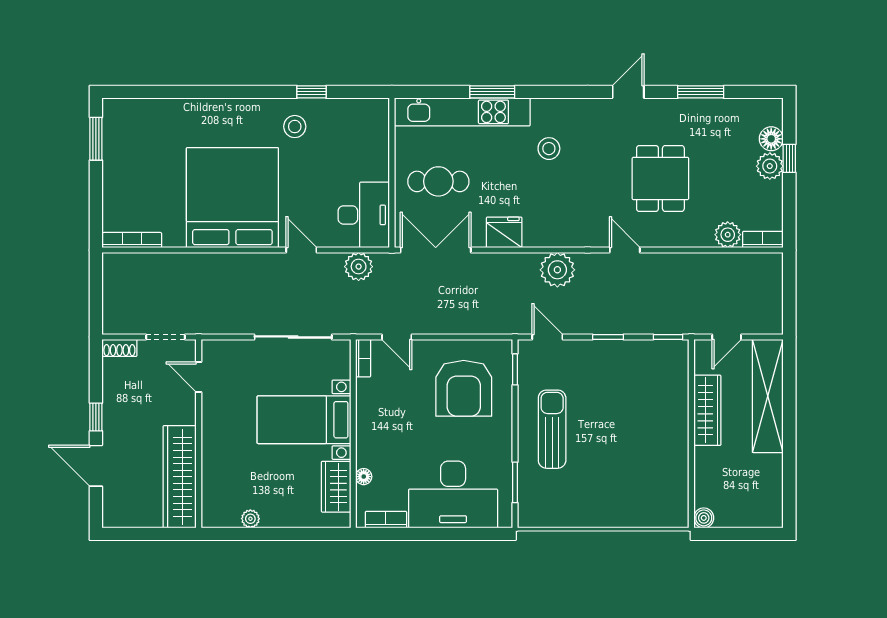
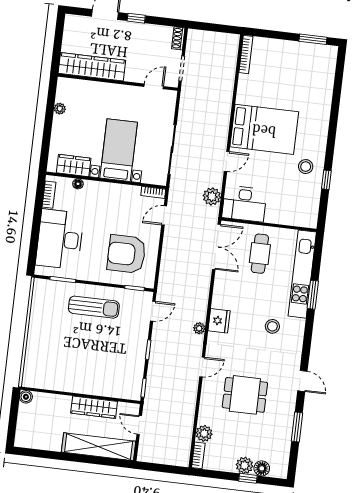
bed: (232, 198) -> (264, 129), width x0.73
fridge: (504, 232) -> (219, 321), moved
plant: (557, 270) -> (199, 328), width x0.53, depth x0.53

